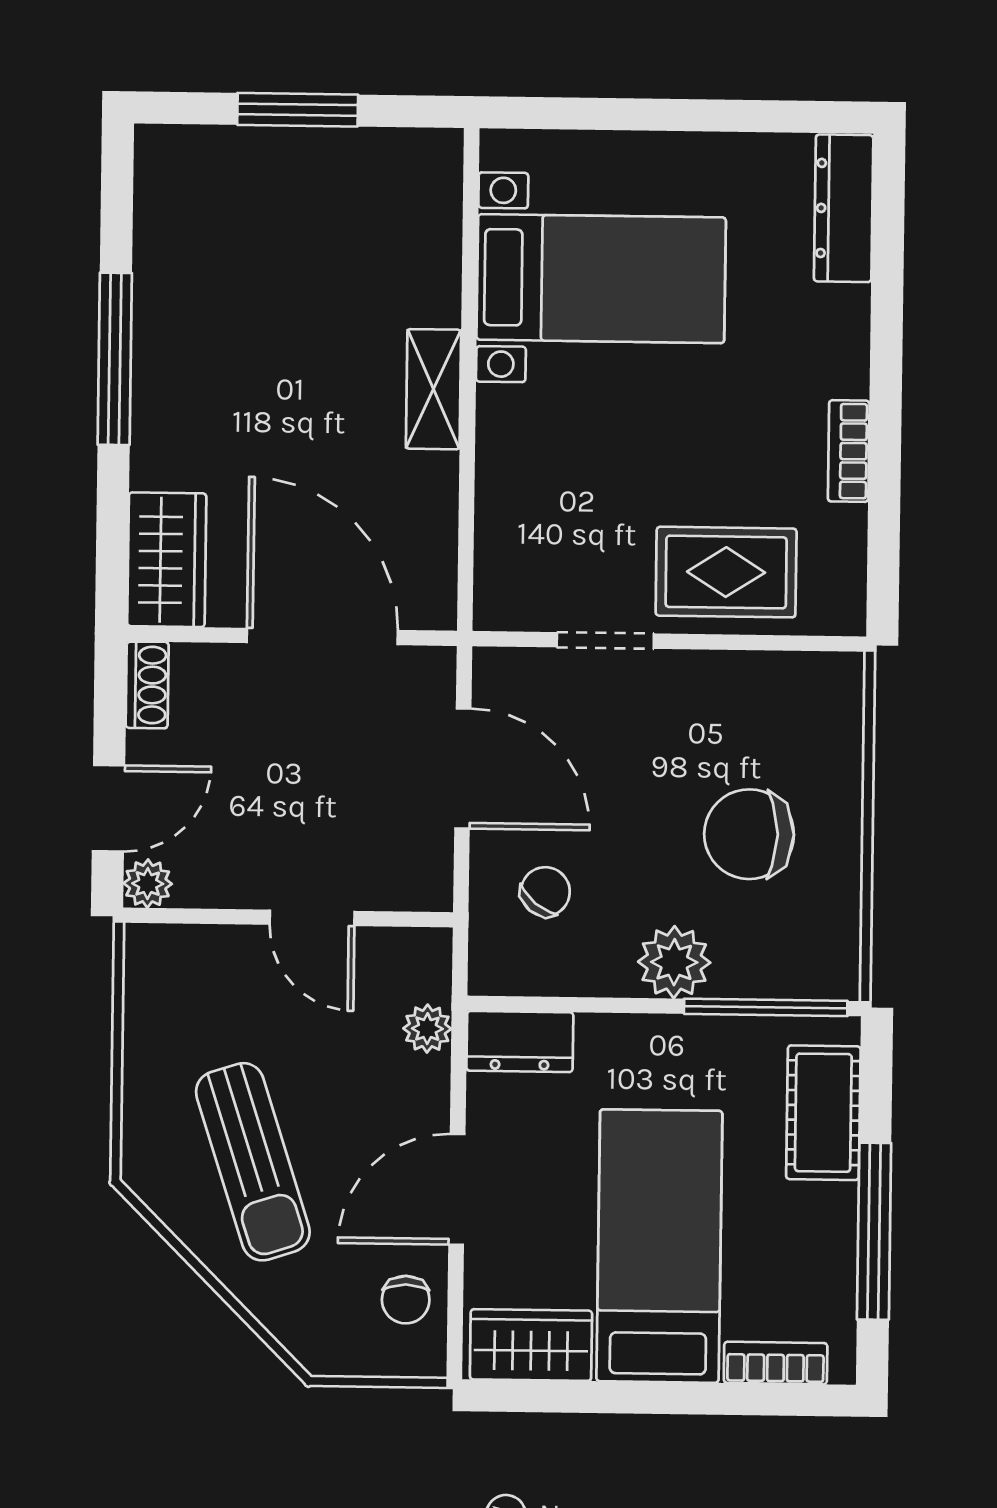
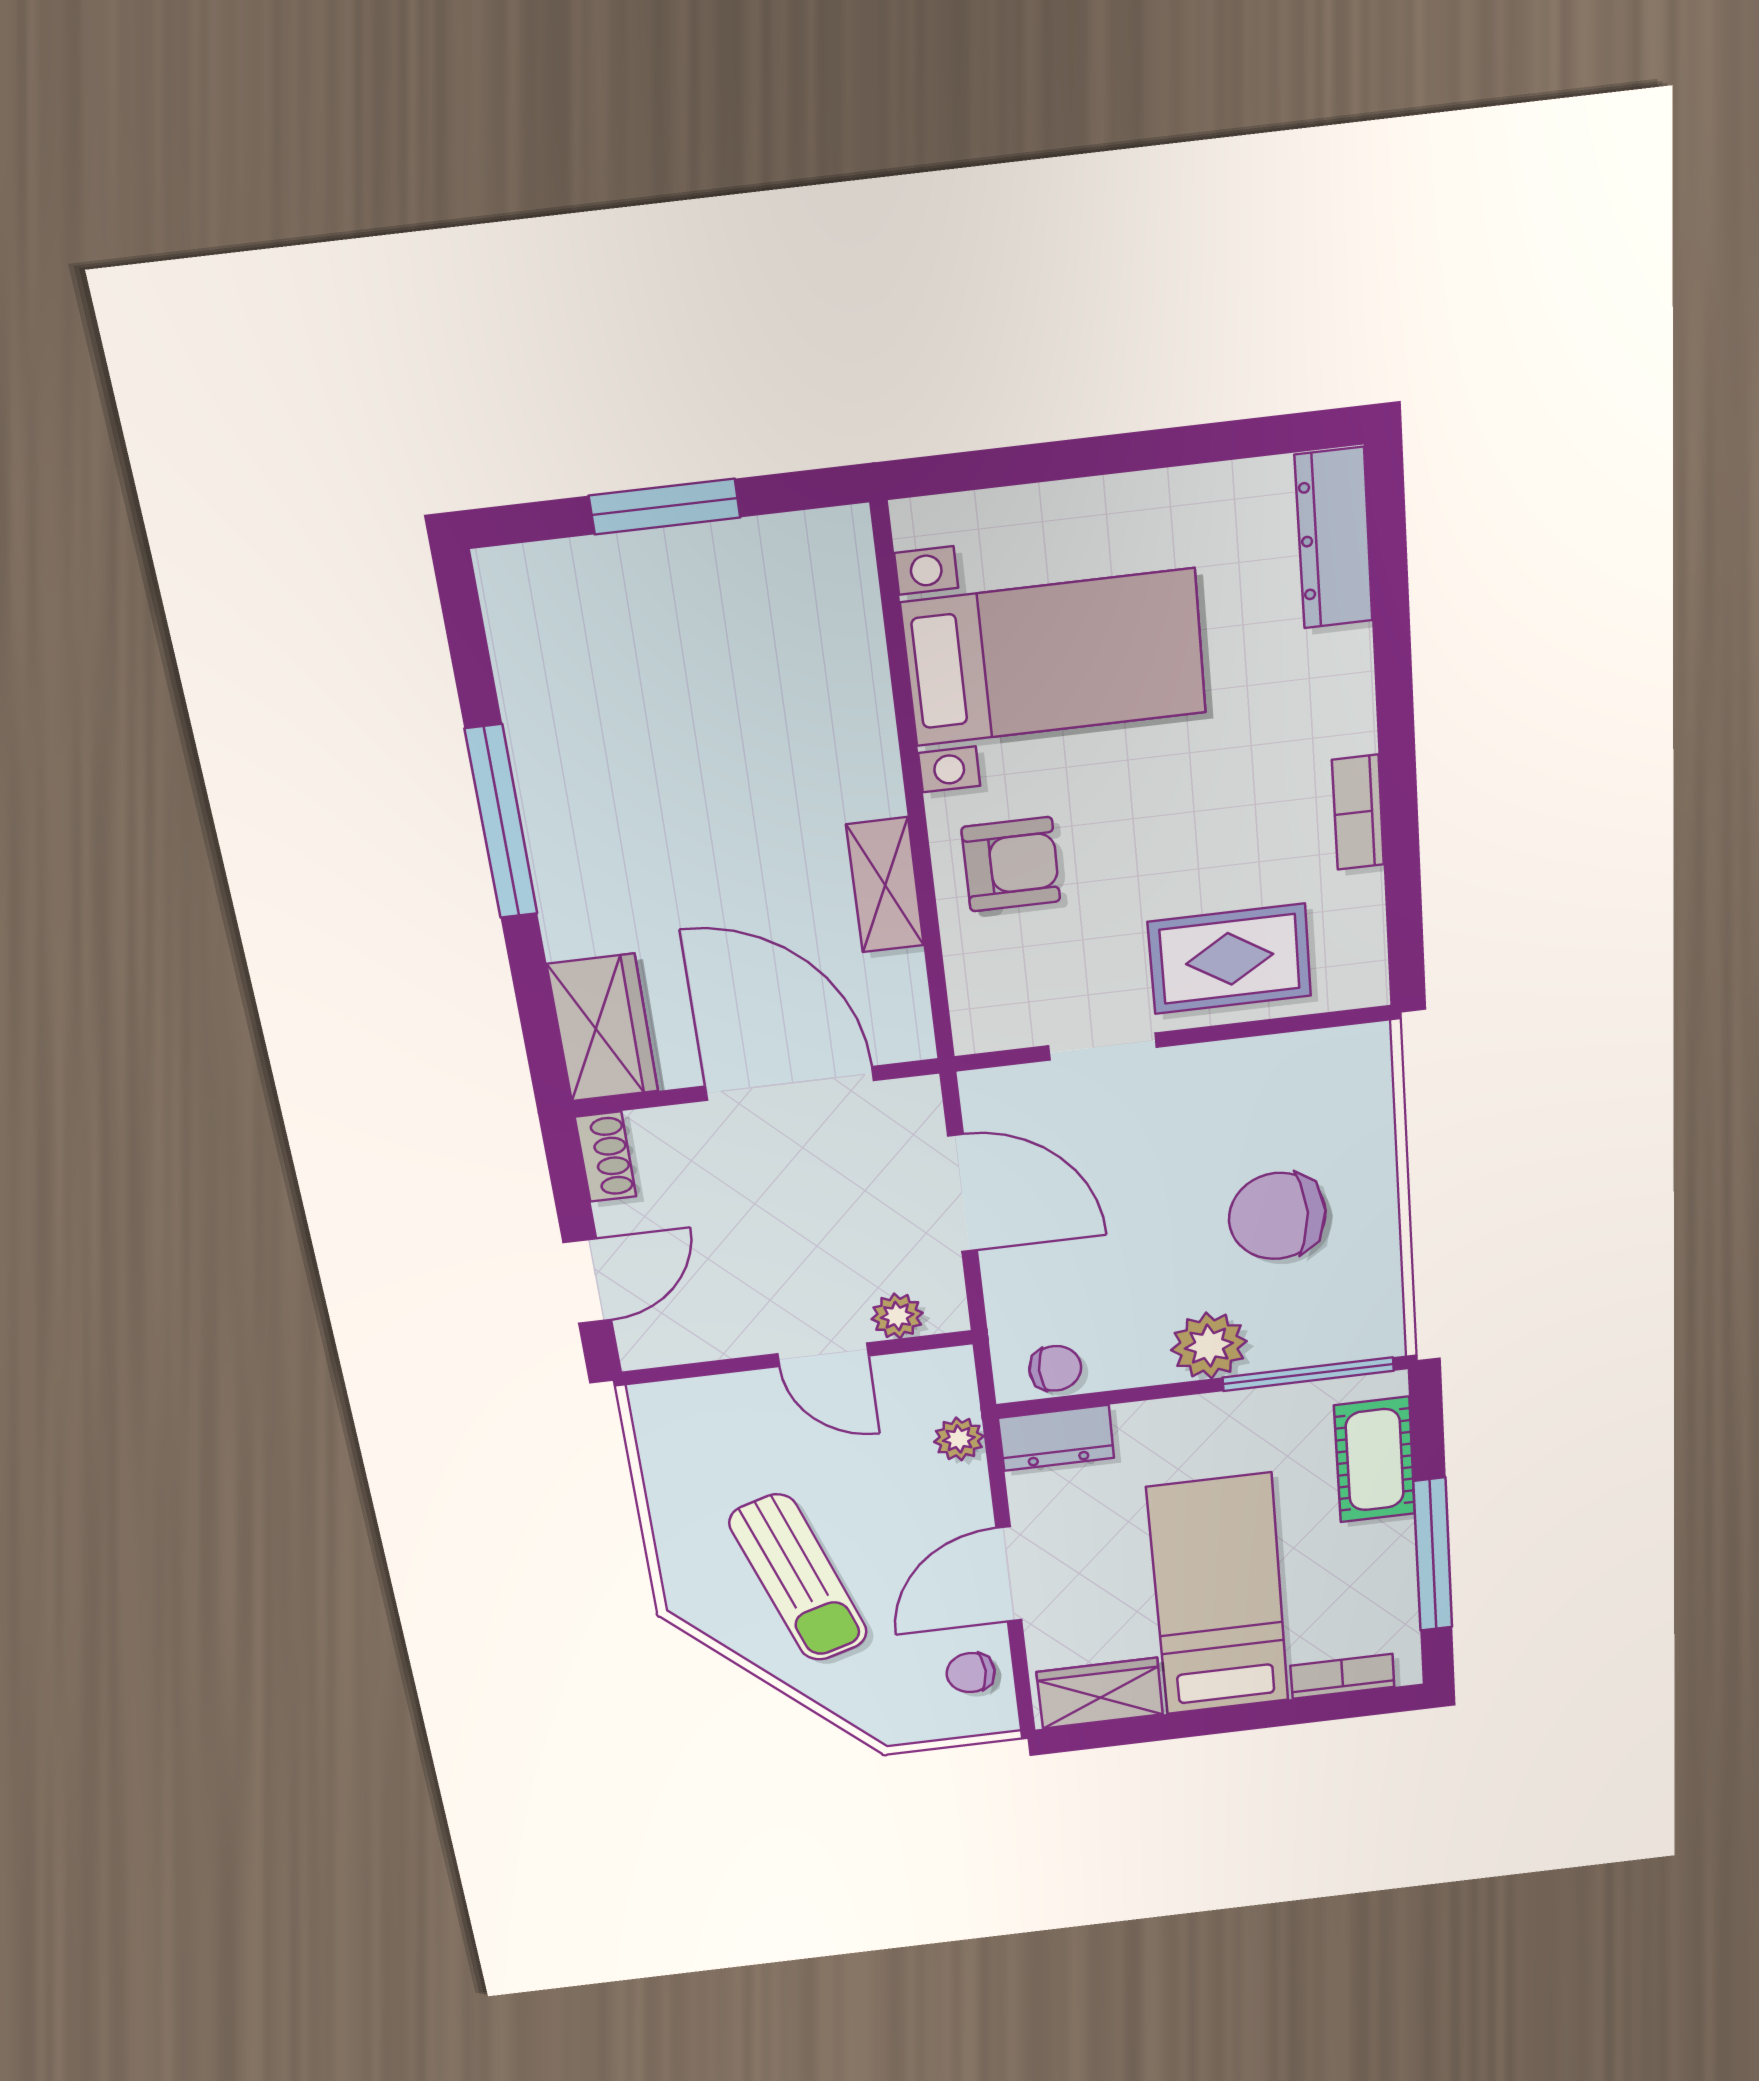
shelving: (433, 389) -> (885, 885), moved
armchair: (544, 457) -> (1011, 864), added
plant: (148, 884) -> (897, 1316), moved
chair: (545, 892) -> (1055, 1368), moved, turned 51
chair: (406, 1300) -> (971, 1673), turned 90

